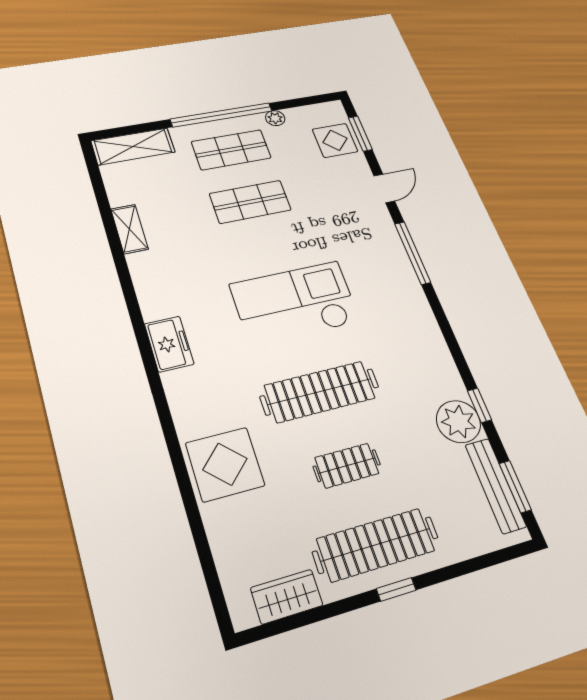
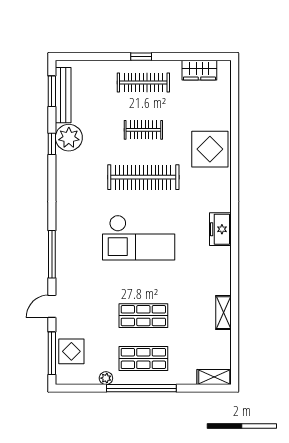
window: (360, 134) -> (52, 353), width x1.44
shelving: (133, 146) -> (214, 377), width x0.67, depth x0.75
clothes rail: (376, 545) -> (143, 83), width x0.73, depth x0.76

